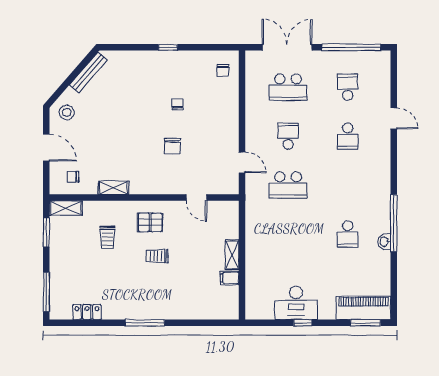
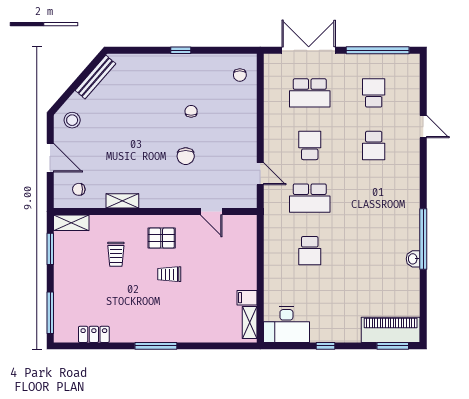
school desk: (348, 234) -> (310, 251), moved
shelving: (232, 255) -> (250, 323), moved
desk: (296, 303) -> (286, 325), moved

